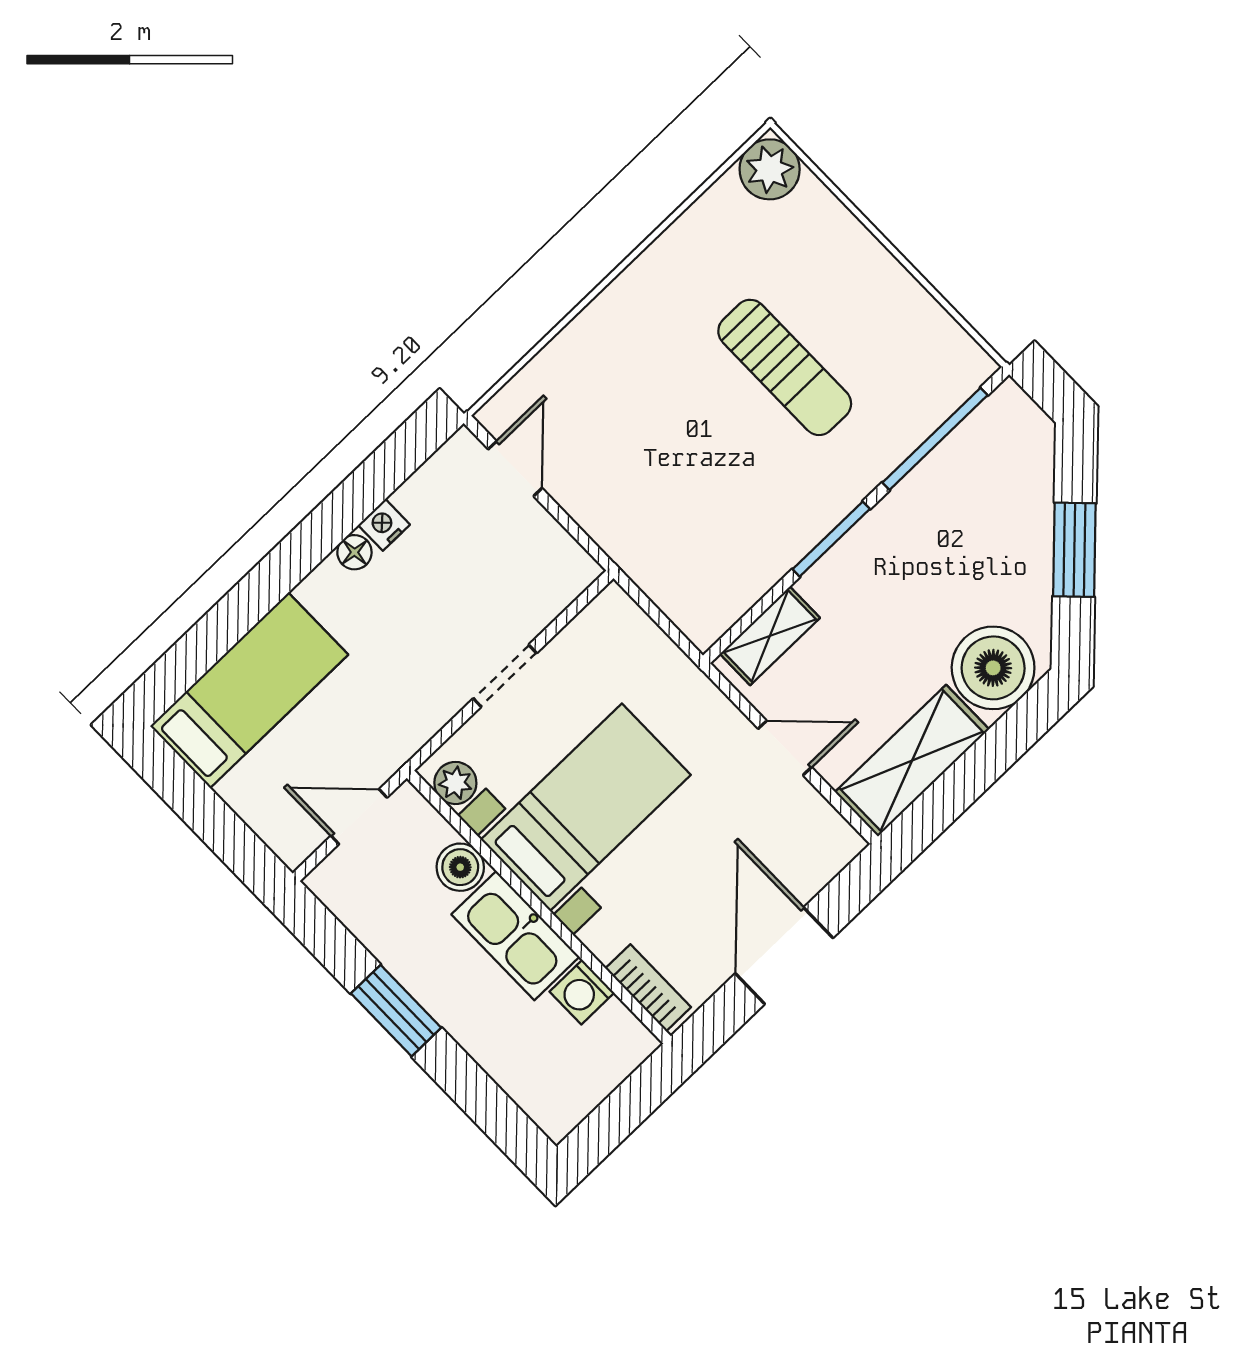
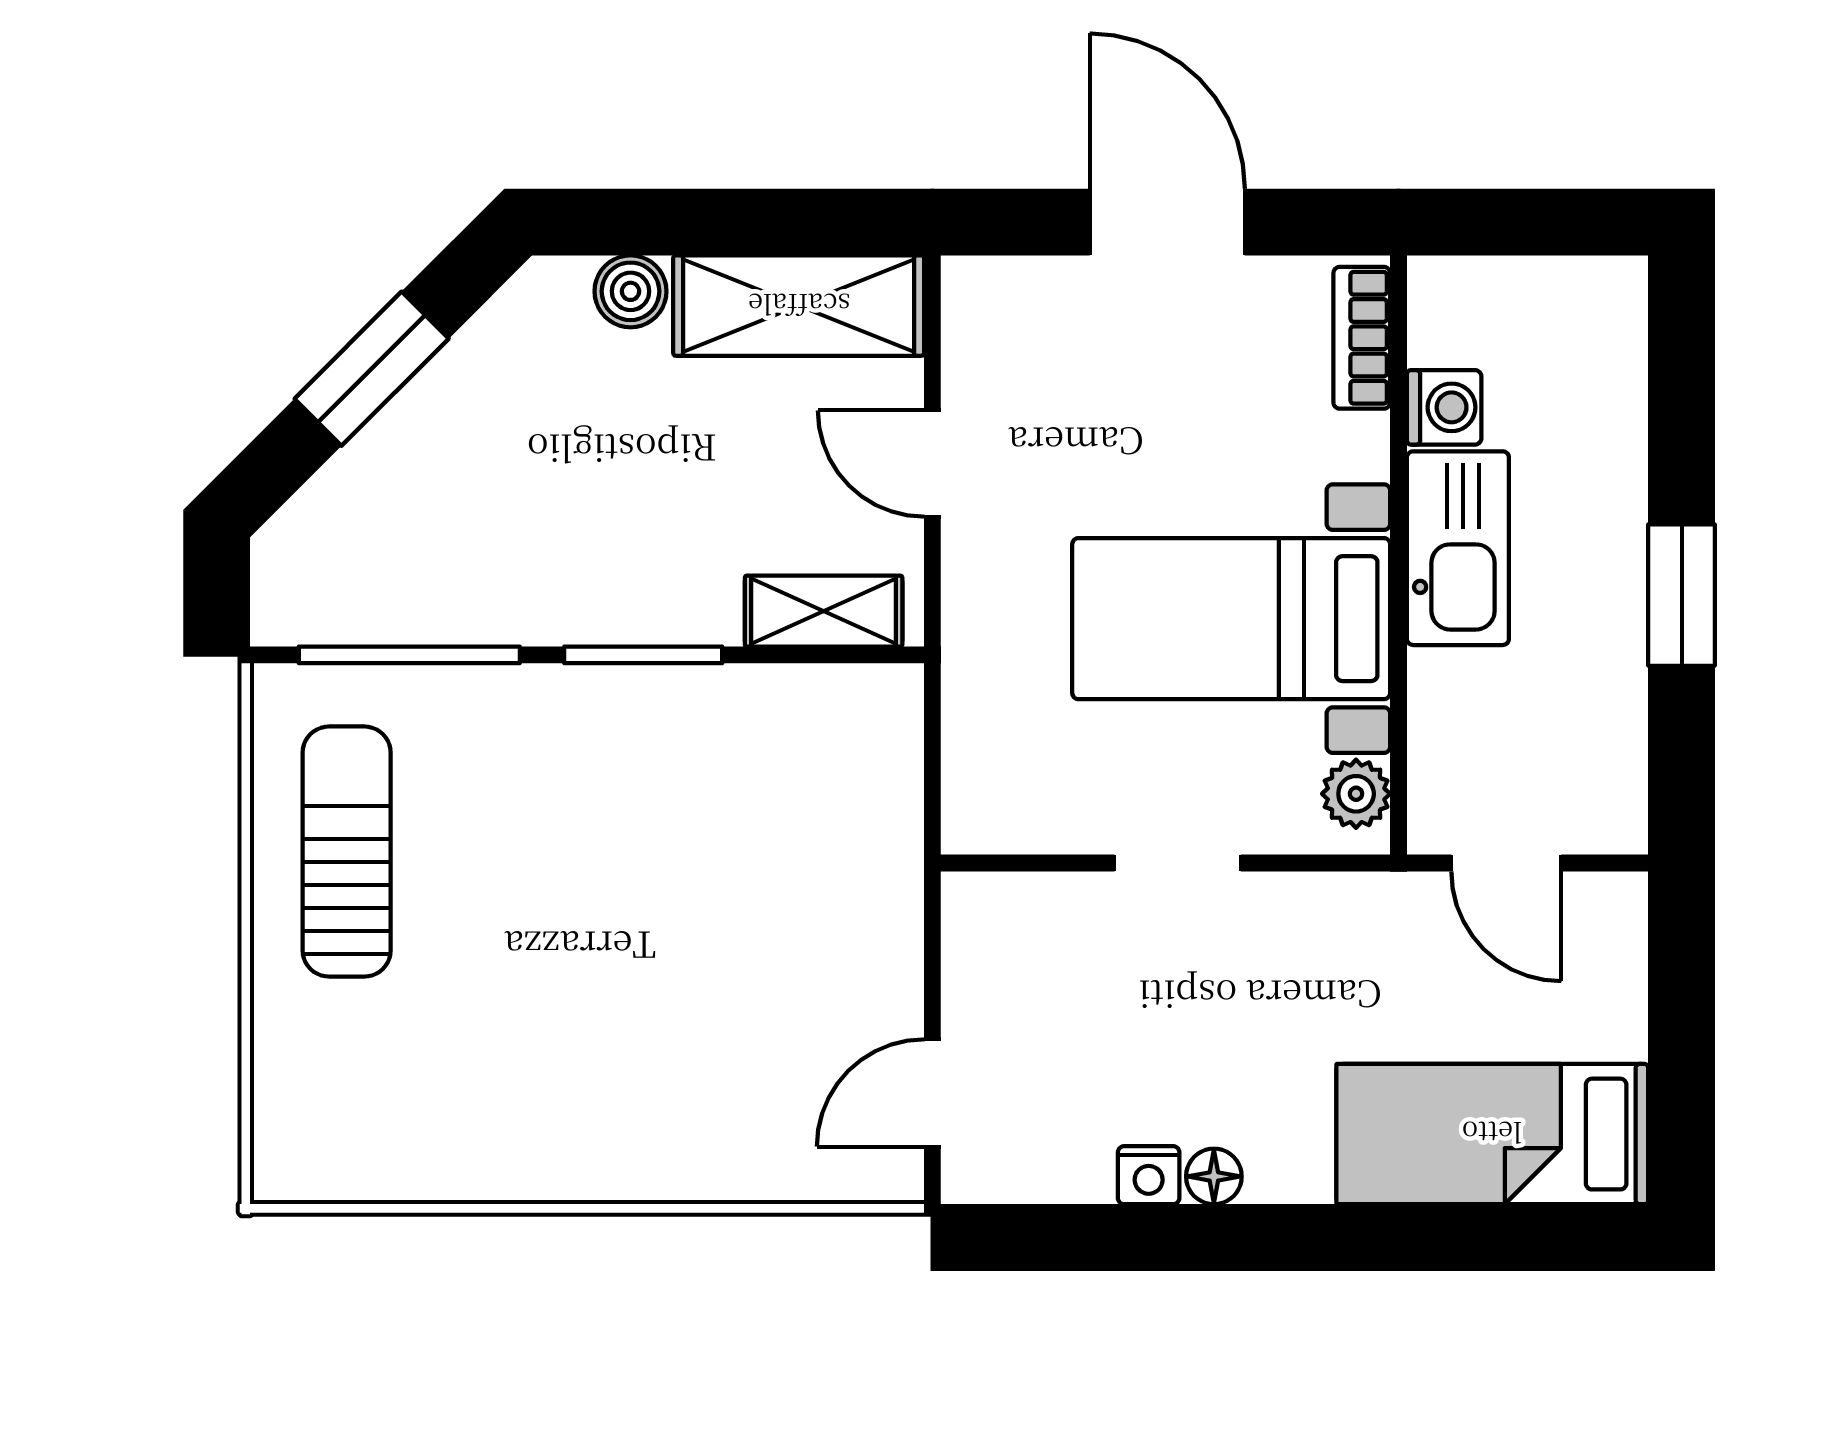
plant: (770, 169) -> (299, 1155), removed
sun lounger: (785, 367) -> (347, 852), moved
boiler: (993, 668) -> (631, 291), width x0.54, depth x0.54
boiler: (460, 867) -> (1445, 690), removed
door: (784, 956) -> (1167, 222), swing flipped

